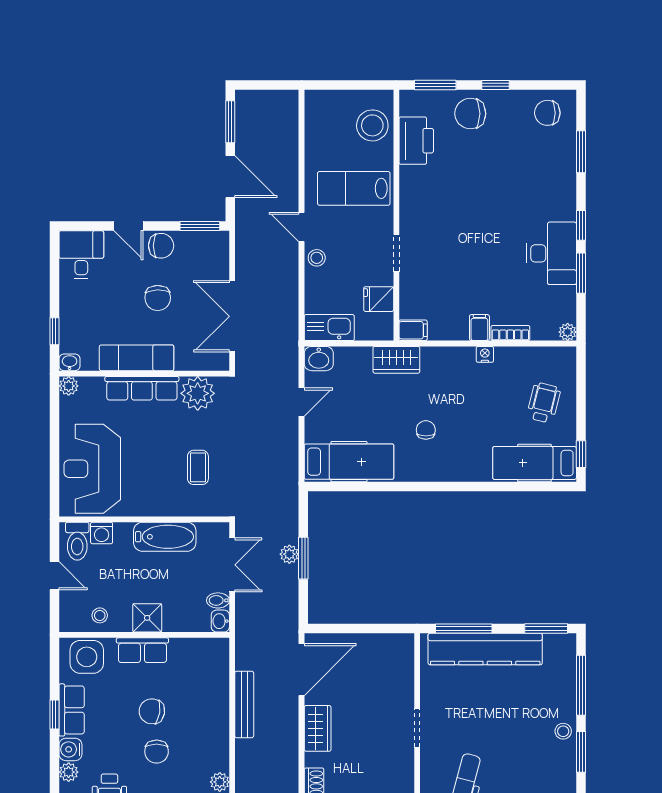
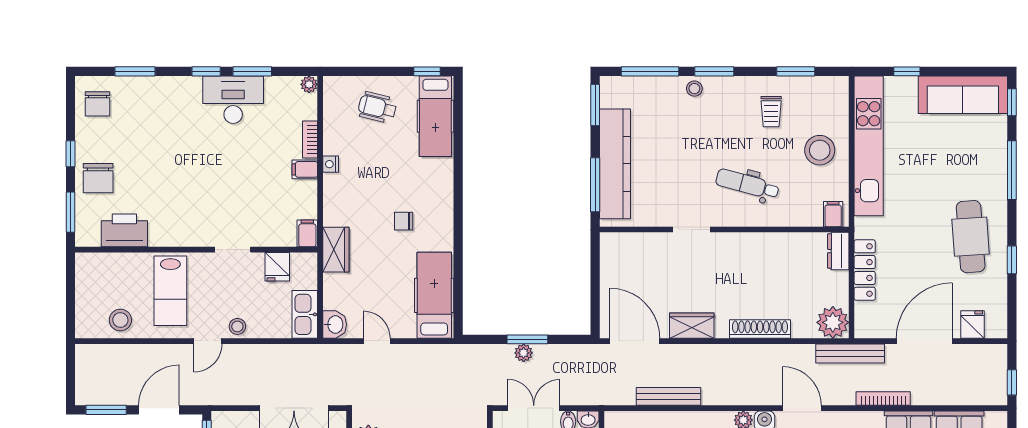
stool: (372, 125) -> (120, 320), moved, width x0.73, depth x0.73

